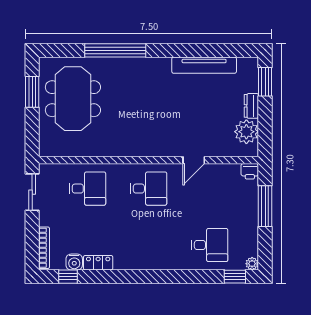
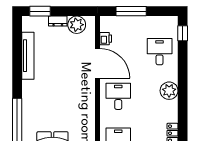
door: (194, 160) -> (98, 63), width x1.87
printer: (250, 171) -> (106, 39), moved
plant: (252, 264) -> (169, 91), moved, width x1.88, depth x1.88

